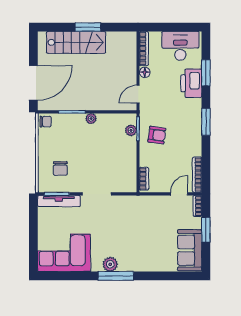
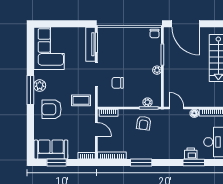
printer: (191, 83) -> (191, 153), width x0.53, depth x0.68
window: (206, 122) -> (141, 163), moved
chair: (60, 168) -> (118, 83), moved
door: (179, 194) -> (96, 129), moved
coffee table: (129, 213) -> (81, 100), added
window: (206, 230) -> (57, 163), moved
armchair: (140, 250) -> (52, 109), added

